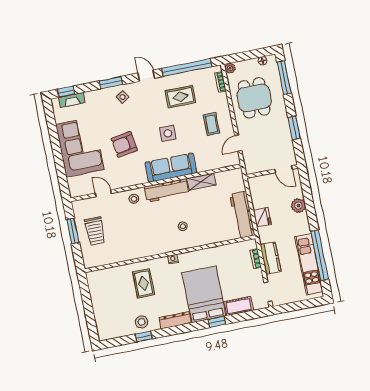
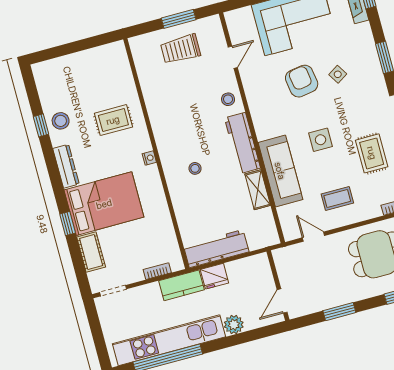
side table: (123, 97) -> (338, 74), moved
sofa: (171, 168) -> (280, 171), moved
kitchen counter: (271, 258) -> (181, 285), moved
kitchen unit: (309, 264) -> (169, 340), width x1.36

